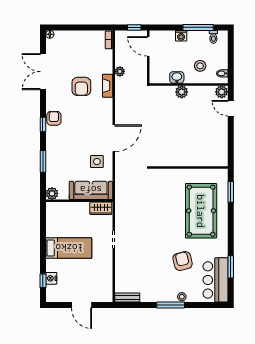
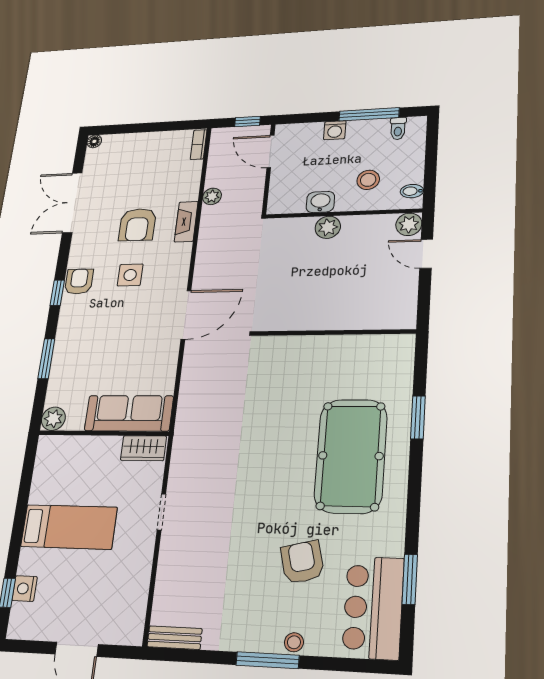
side table: (97, 162) -> (130, 275), moved
wall: (189, 167) -> (334, 333), moved

